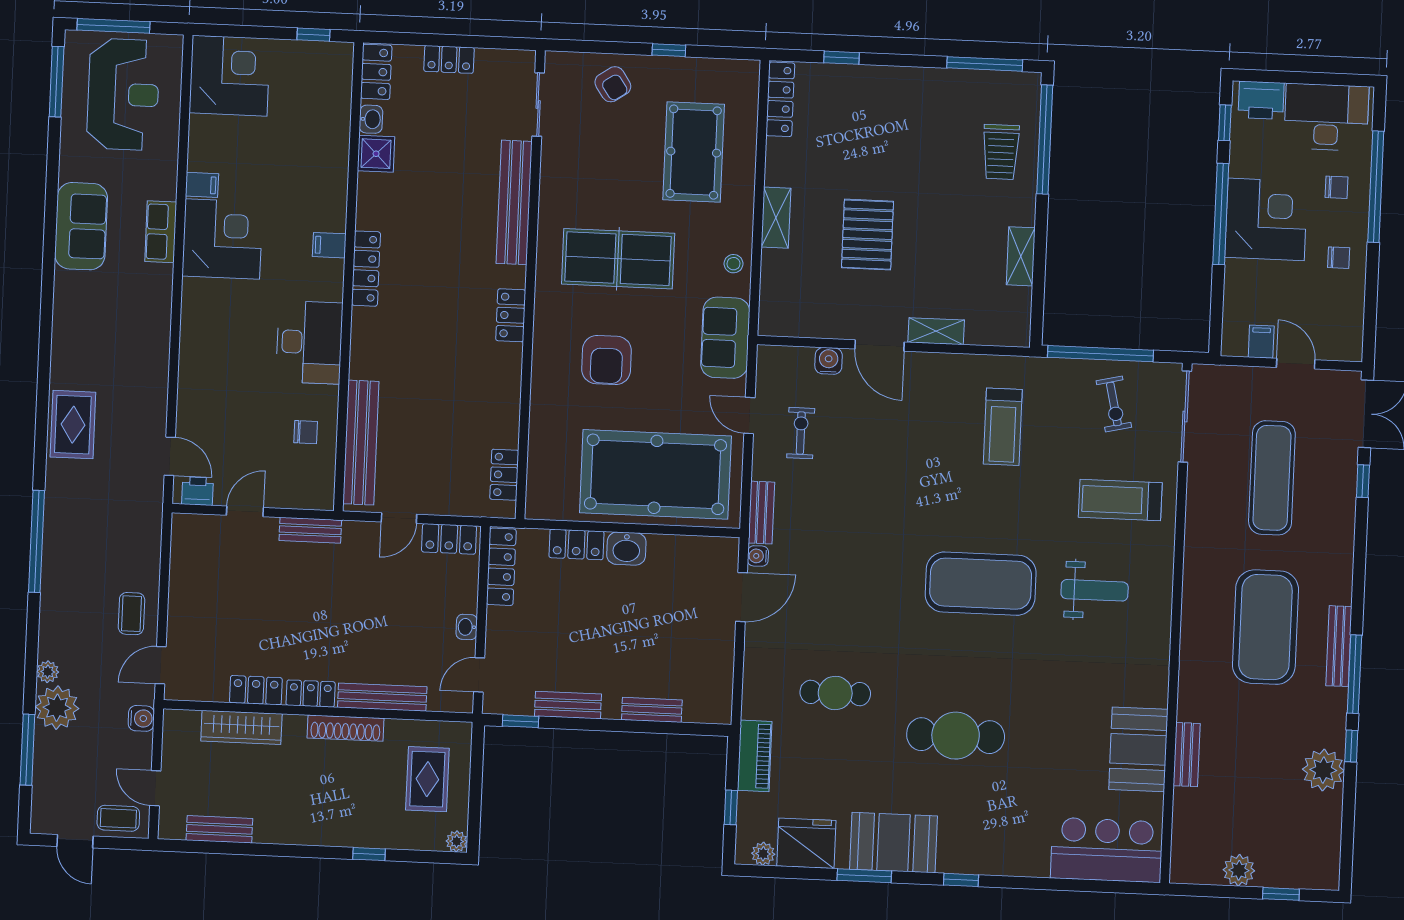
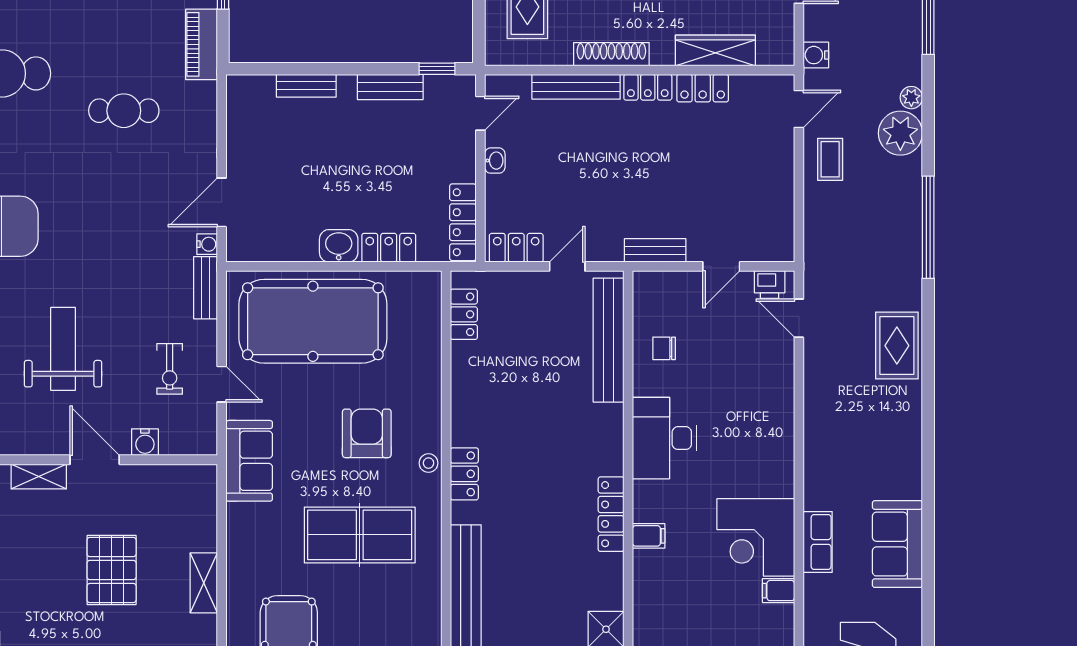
stool: (734, 264) -> (429, 463), moved
weight bench: (906, 458) -> (63, 349), added
plant: (57, 708) -> (900, 133), moved

